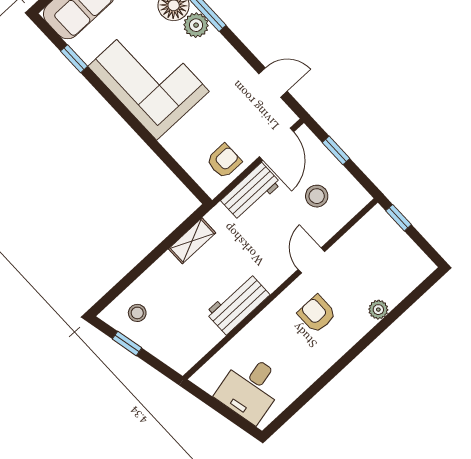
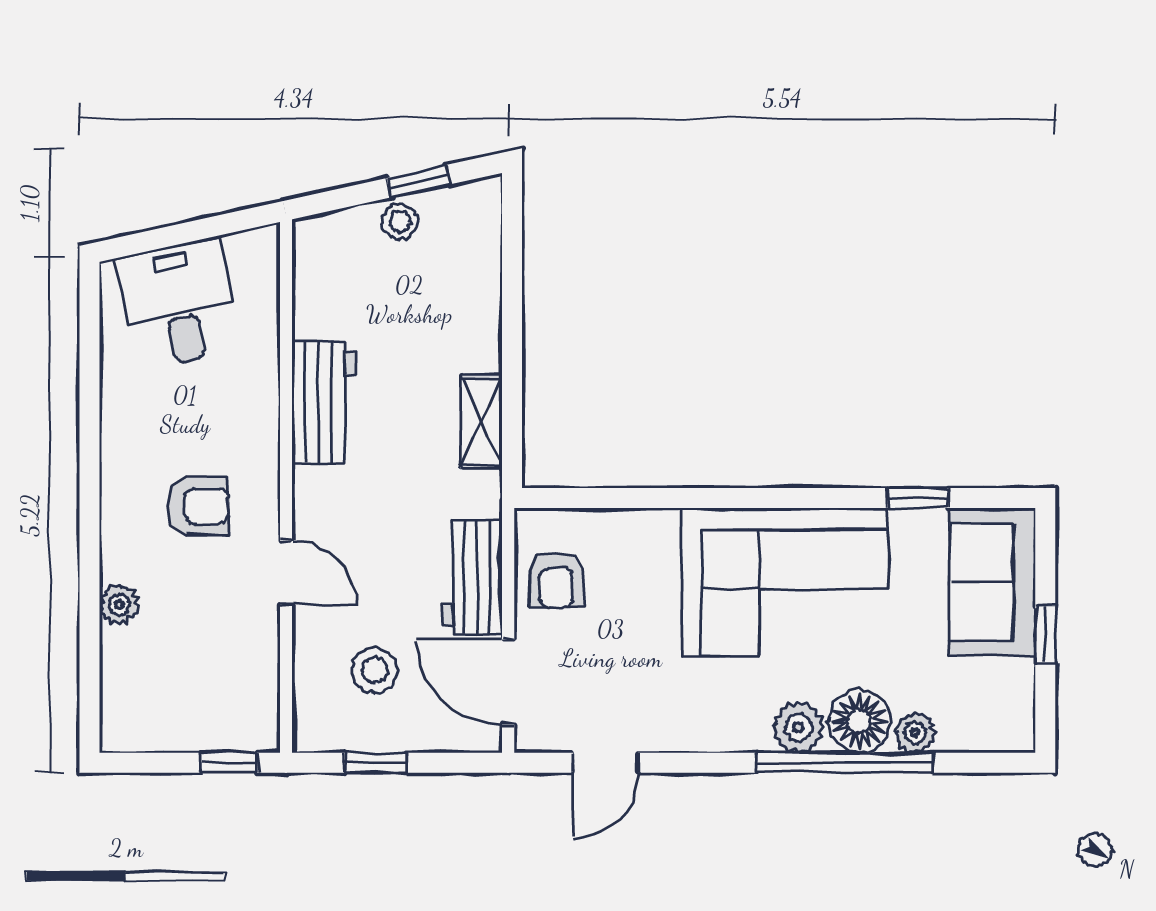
window: (336, 150) -> (376, 763), moved
stool: (137, 313) -> (400, 222), moved

